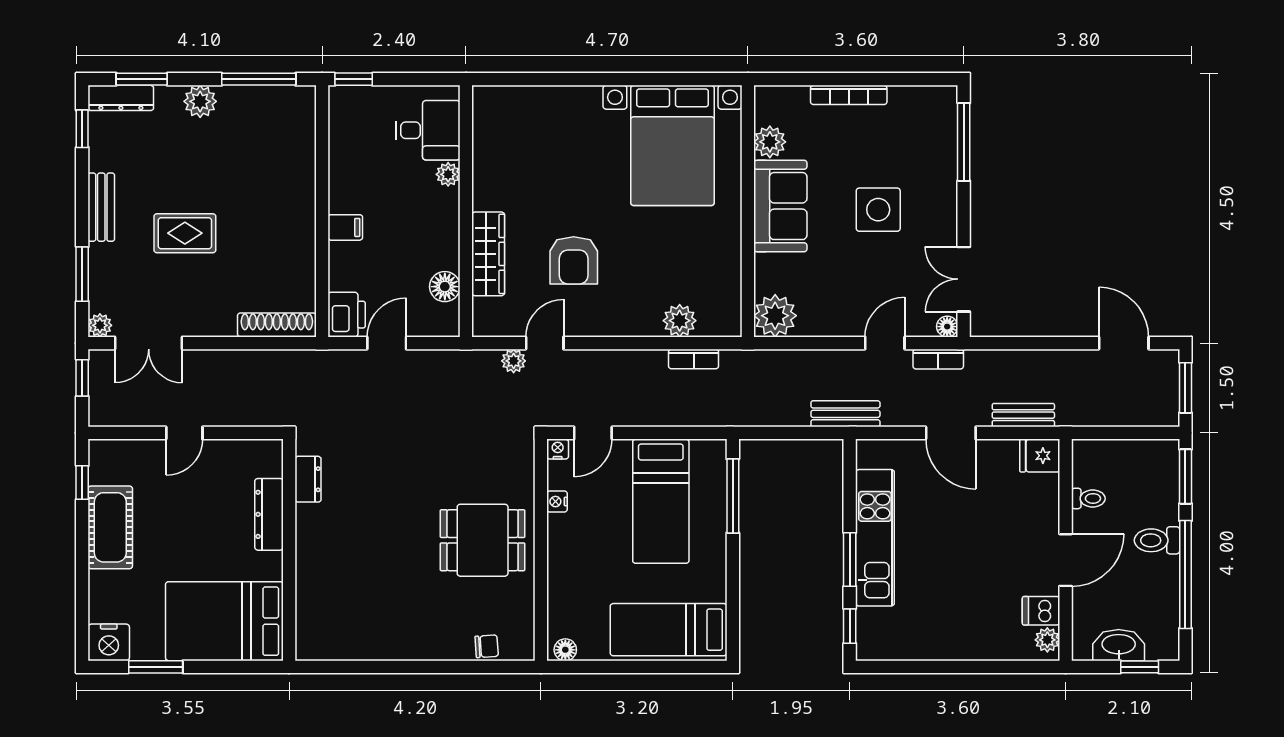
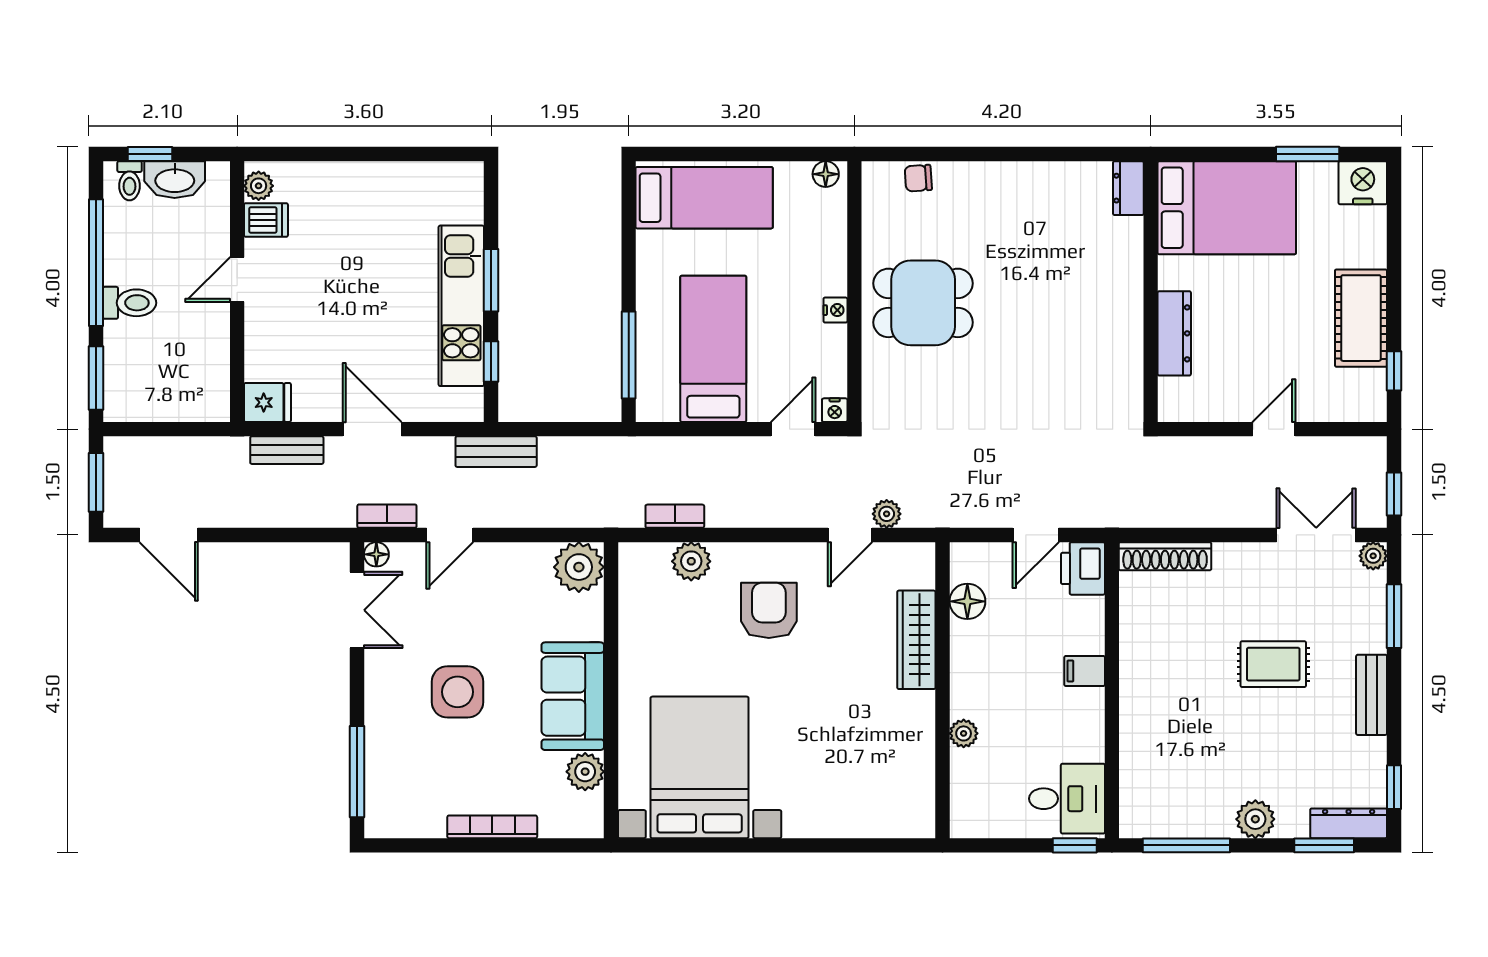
desk: (428, 130) -> (1067, 799), moved, turned 180
armchair: (574, 260) -> (769, 610), moved
dresser: (308, 479) -> (1128, 188), moved
toilet: (1088, 498) -> (130, 181), moved, turned -90
nightstand: (557, 502) -> (835, 310), moved
door: (1066, 560) -> (237, 280), width x0.73
window: (850, 626) -> (491, 362), moved

